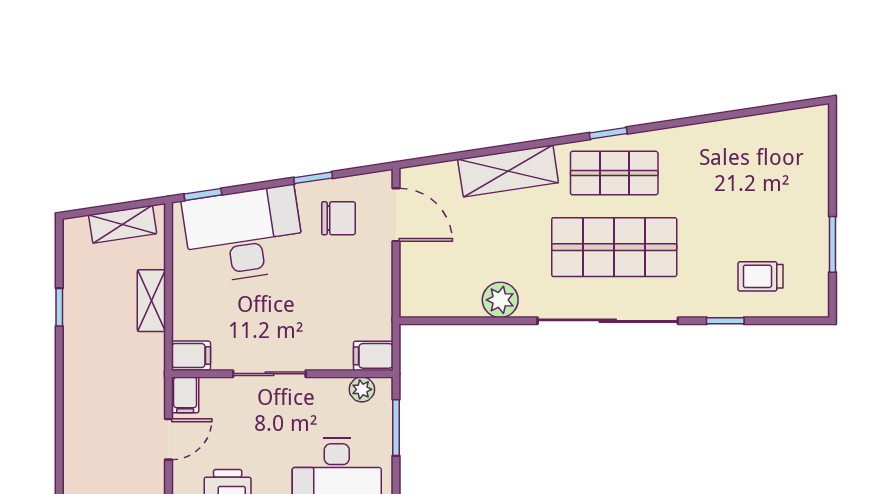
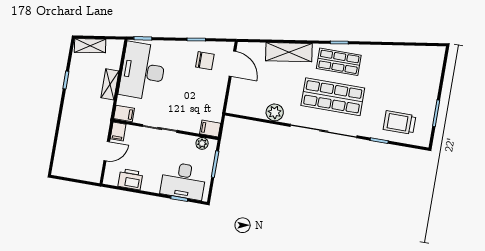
shelving: (123, 224) -> (90, 46), moved
desk: (244, 235) -> (143, 71), moved, turned -81
trolley: (761, 276) -> (399, 123), width x1.36, depth x1.39

